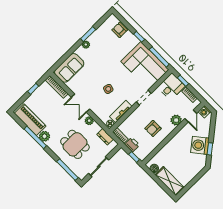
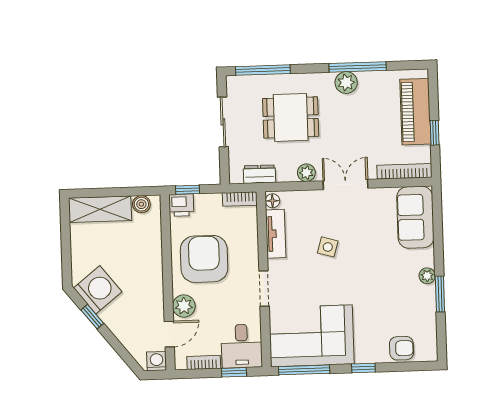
door: (191, 116) -> (169, 334), swing flipped
piano: (30, 120) -> (415, 112), moved, turned 90
armchair: (153, 128) -> (204, 259), width x1.88, depth x1.88
printer: (132, 145) -> (181, 205), moved
washing machine: (200, 145) -> (98, 290), moved

